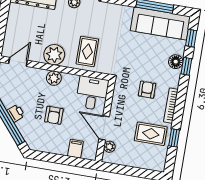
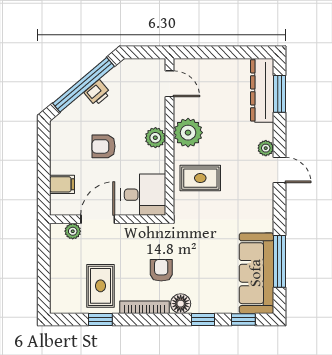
floor lamp: (176, 62) -> (181, 304), moved
armchair: (147, 90) -> (161, 270), turned -90

